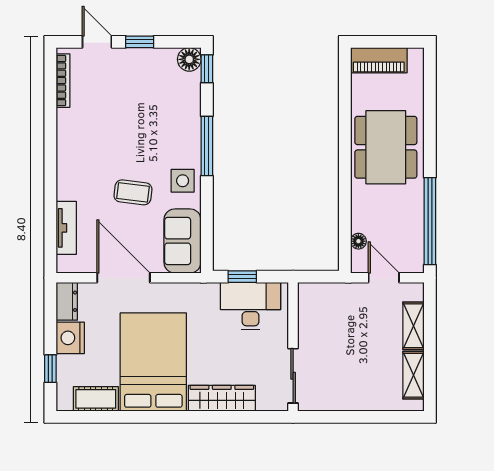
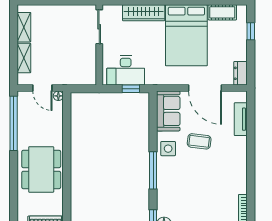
floor lamp: (358, 241) -> (58, 96), moved
nightstand: (70, 338) -> (238, 50), removed

